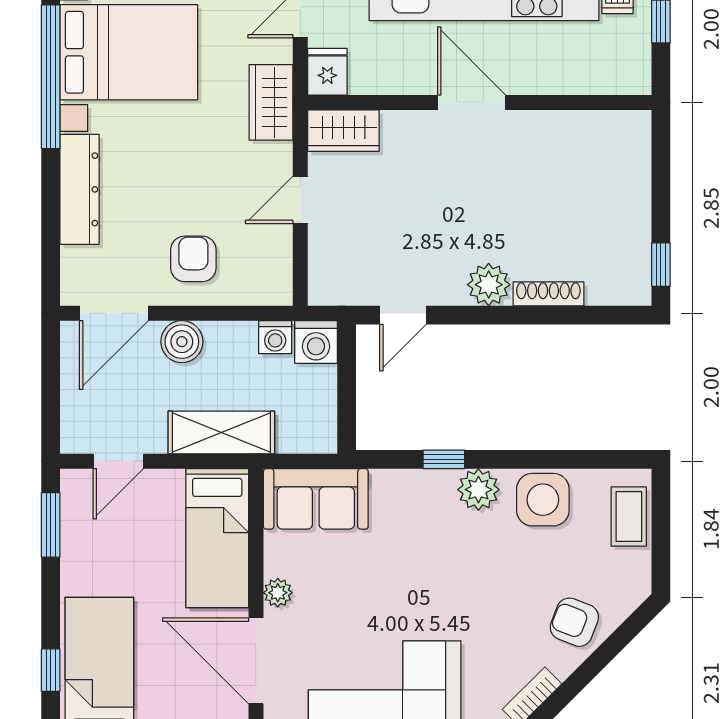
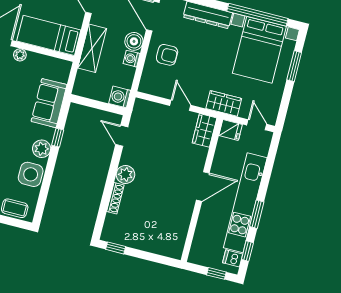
washing machine: (275, 337) -> (132, 59), moved
sofa: (316, 499) -> (49, 103), moved

